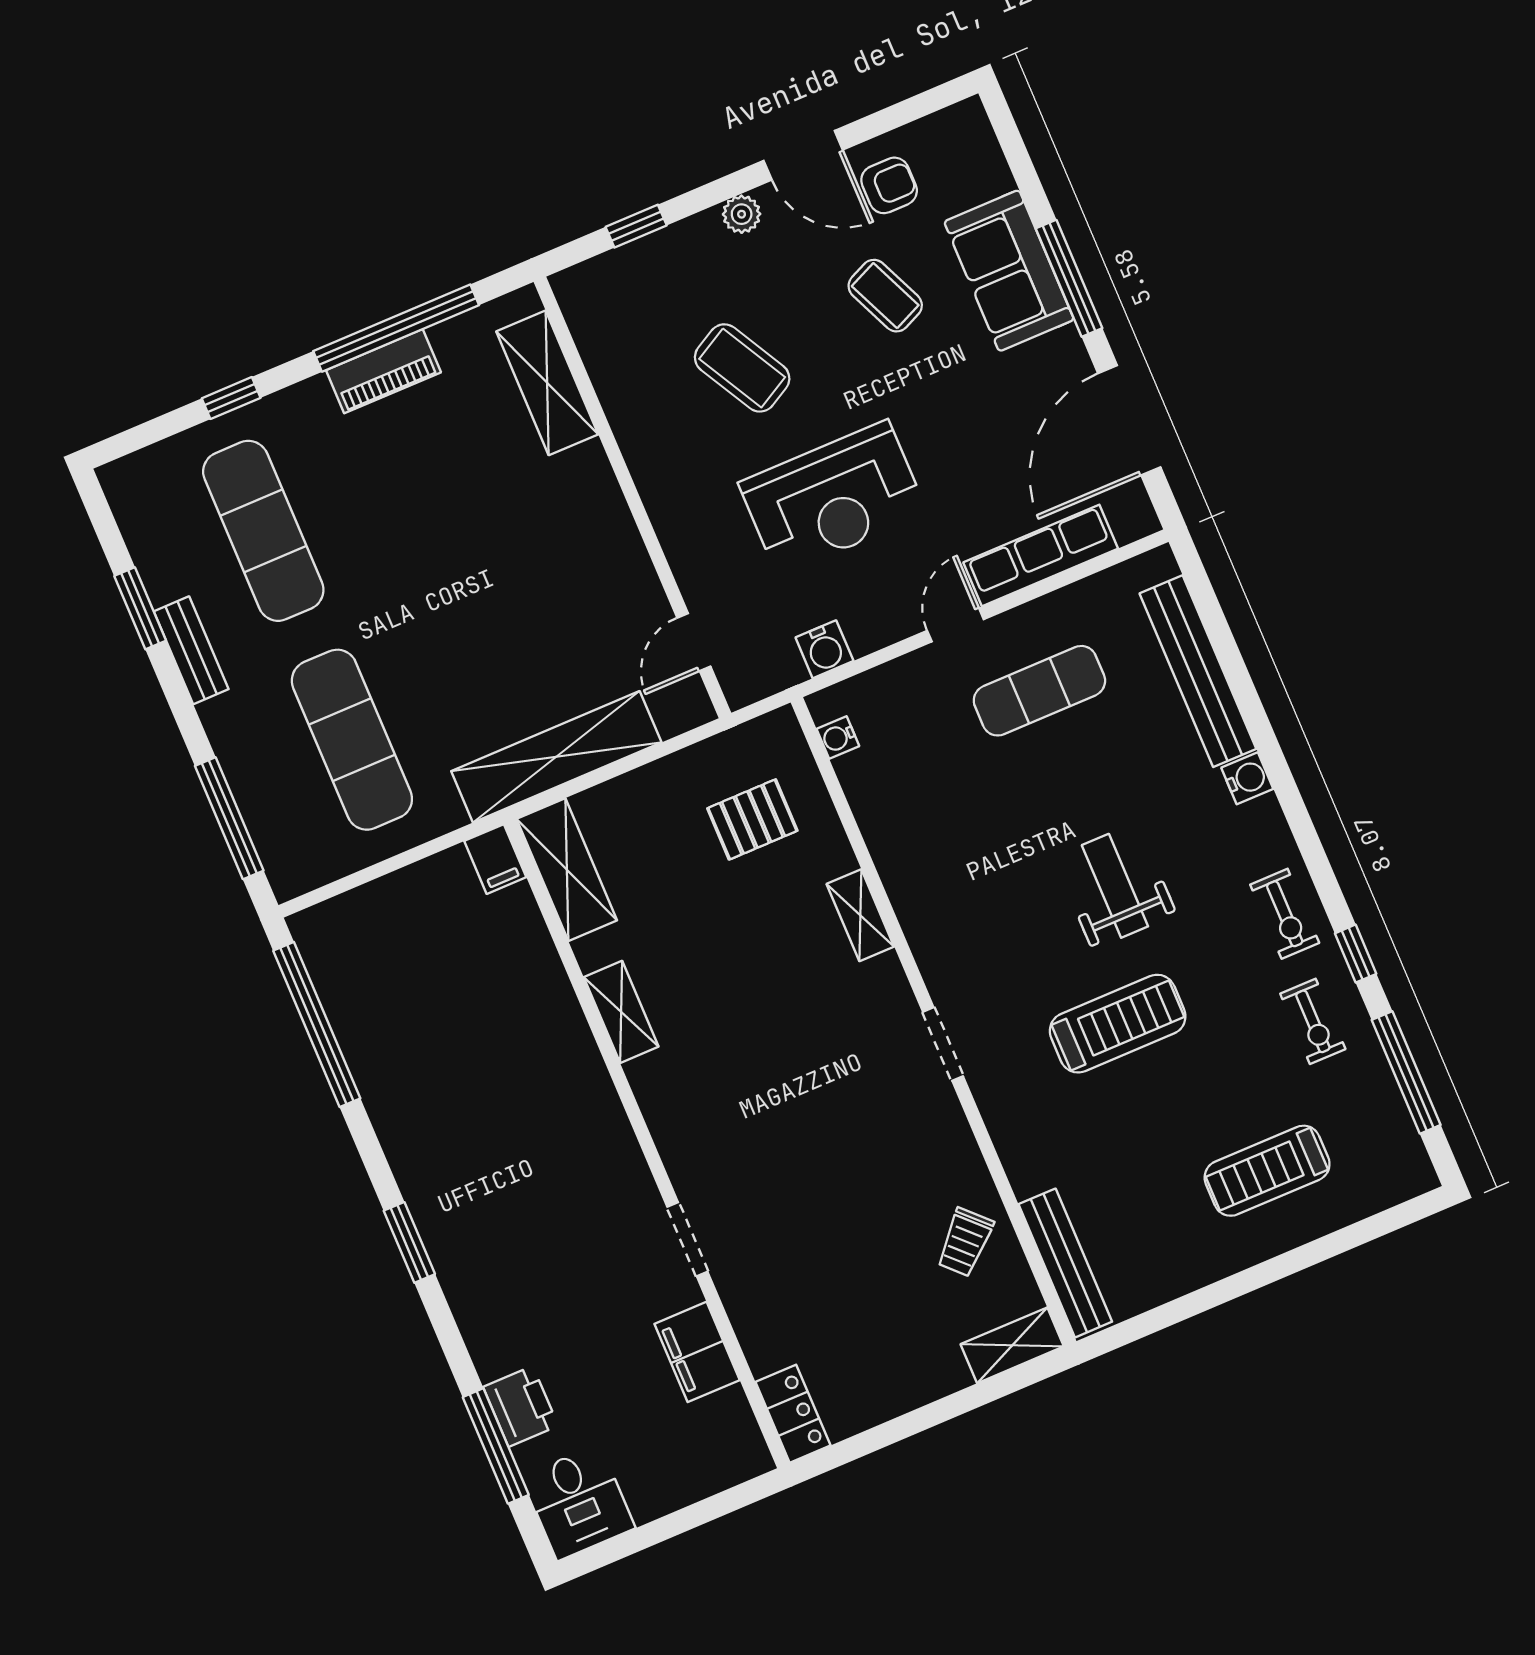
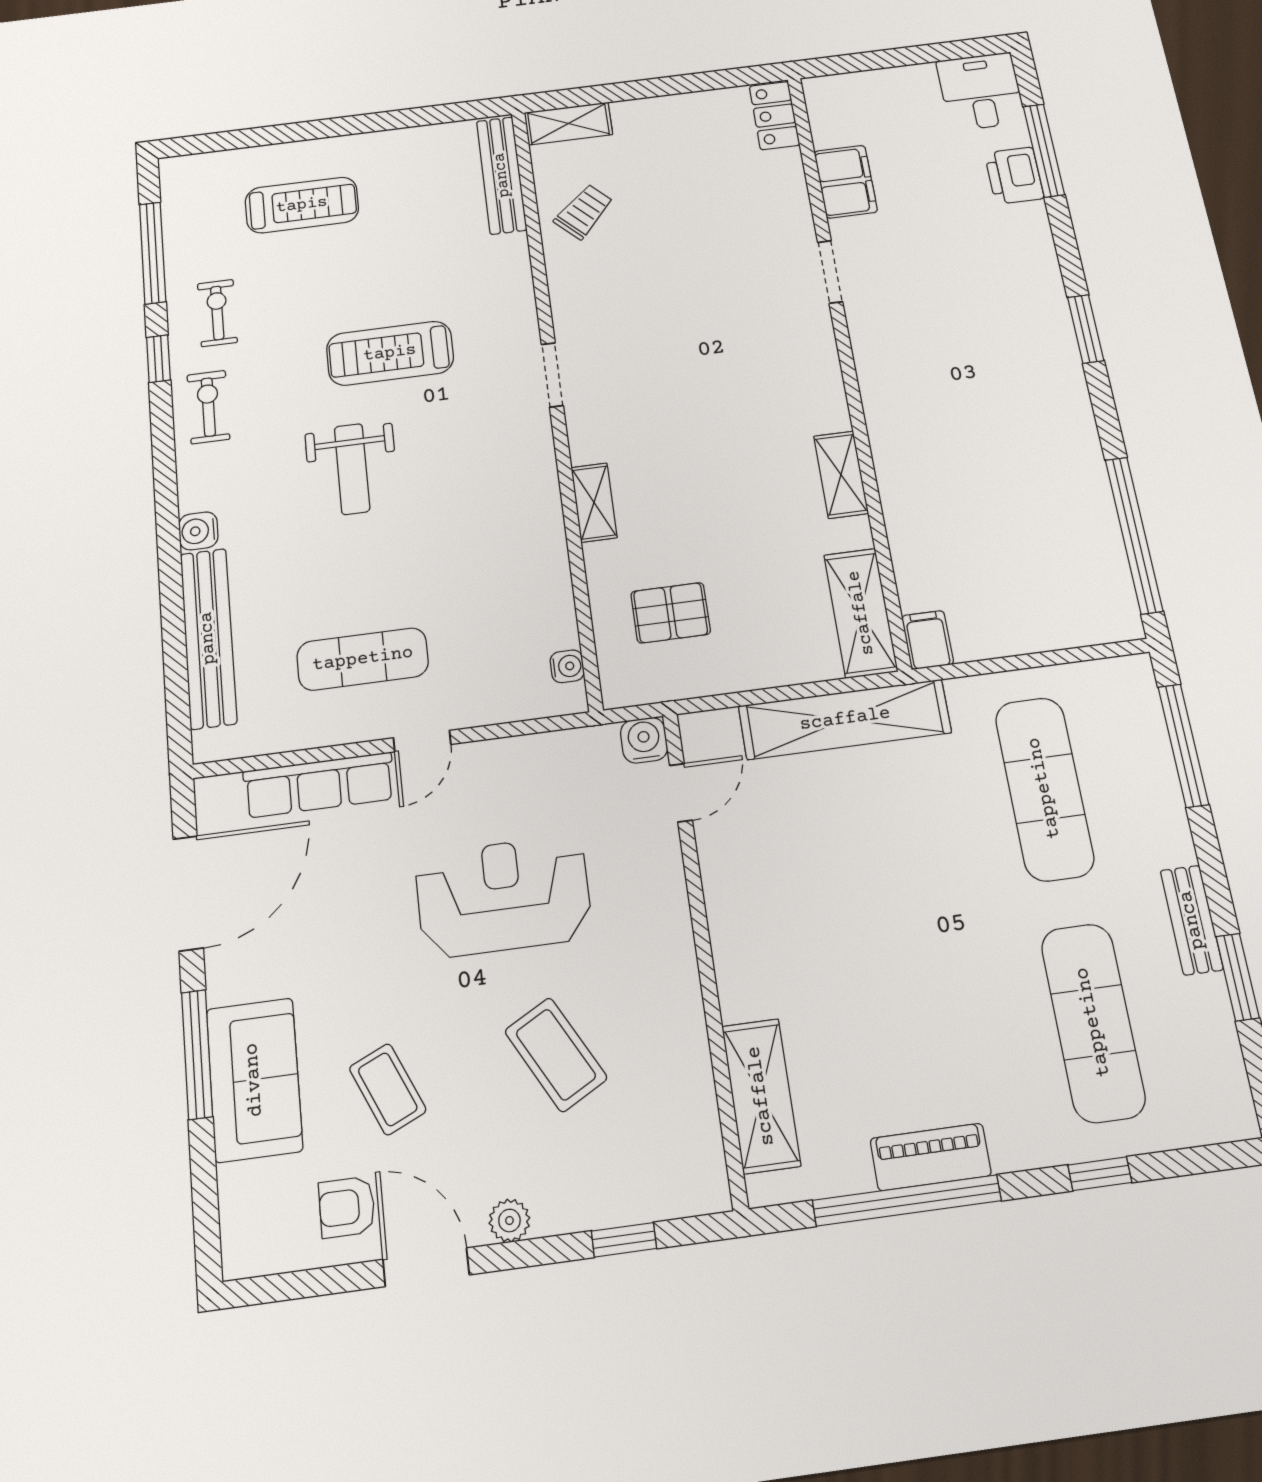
water cooler: (824, 649) -> (644, 740), moved

